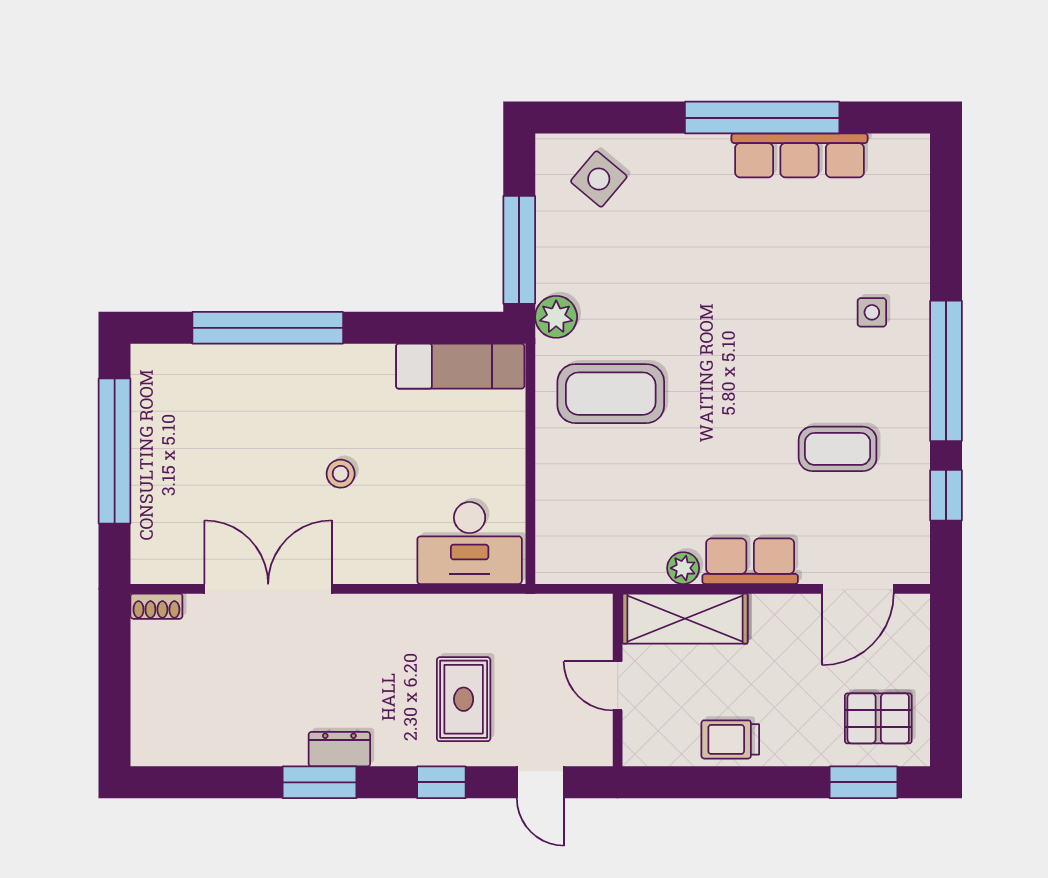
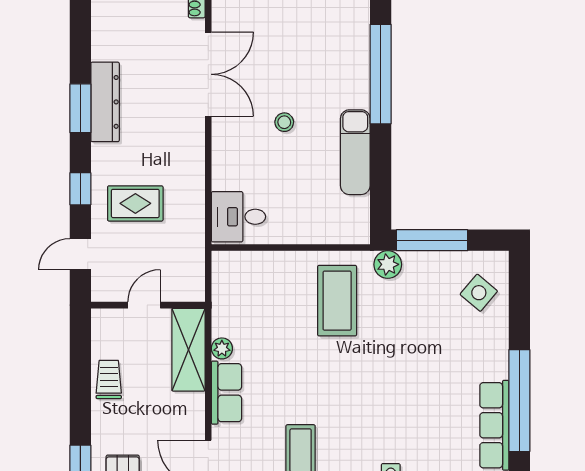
exam couch: (460, 366) -> (355, 152), moved
desk: (470, 543) -> (238, 217), width x0.73
dresser: (339, 749) -> (105, 102), width x1.96, depth x1.24

